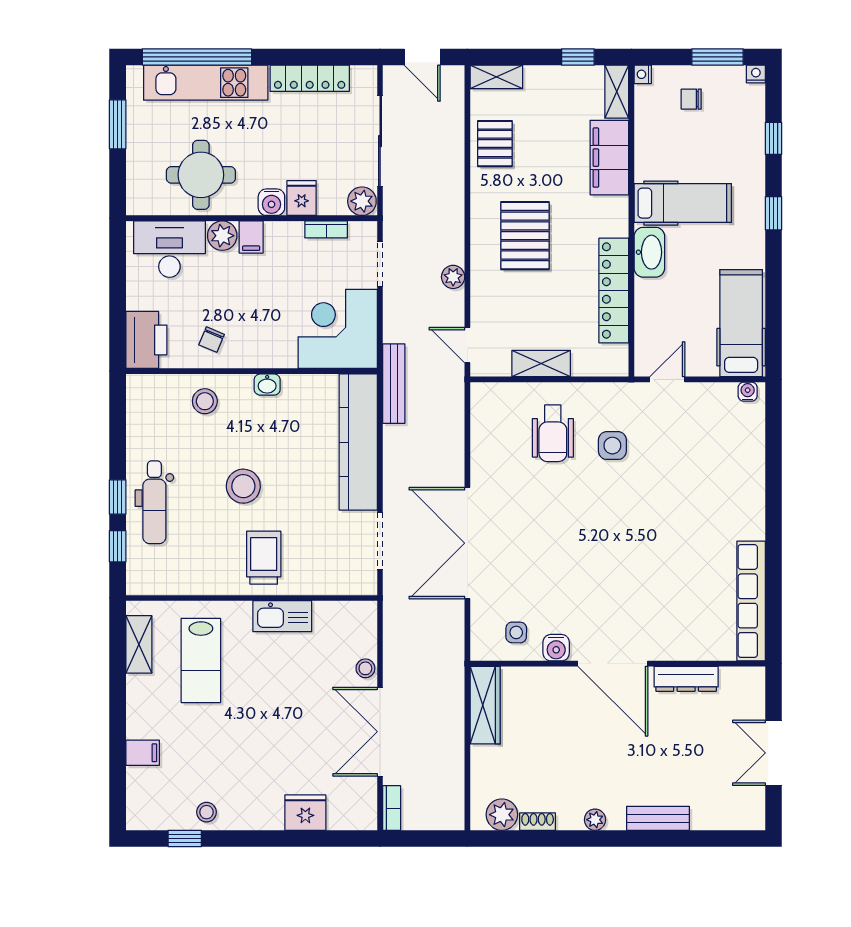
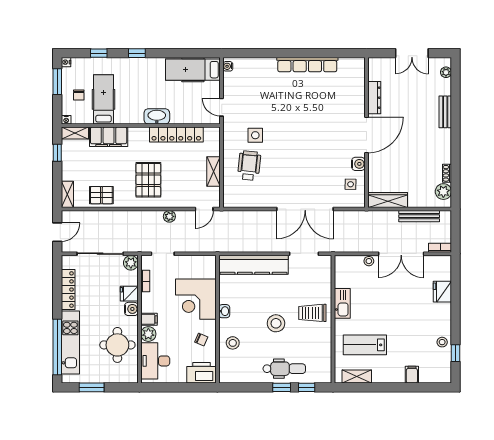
hospital bed: (683, 203) -> (104, 99), moved
pallet: (525, 236) -> (148, 180), turned 90
corner desk: (338, 329) -> (196, 299), moved
bench: (394, 384) -> (419, 216), moved
wheelchair: (553, 433) -> (249, 166), turned -84
row of seats: (751, 601) -> (307, 65), moved
lab bench: (201, 660) -> (365, 345), turned 180
plant: (595, 820) -> (446, 72), moved

